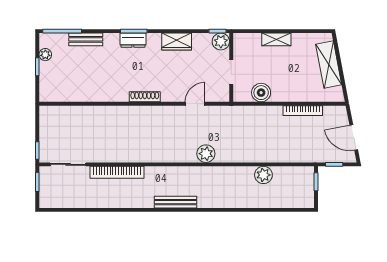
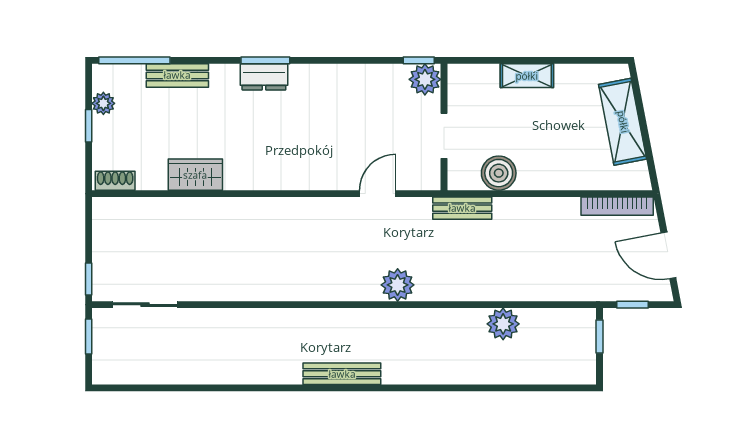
wardrobe: (177, 41) -> (195, 175), moved, turned 180
shoe rack: (145, 97) -> (115, 181), moved, width x0.70
bookcase: (303, 111) -> (617, 206), moved
bench: (241, 112) -> (462, 208), added
bookcase: (117, 172) -> (235, 319), removed

